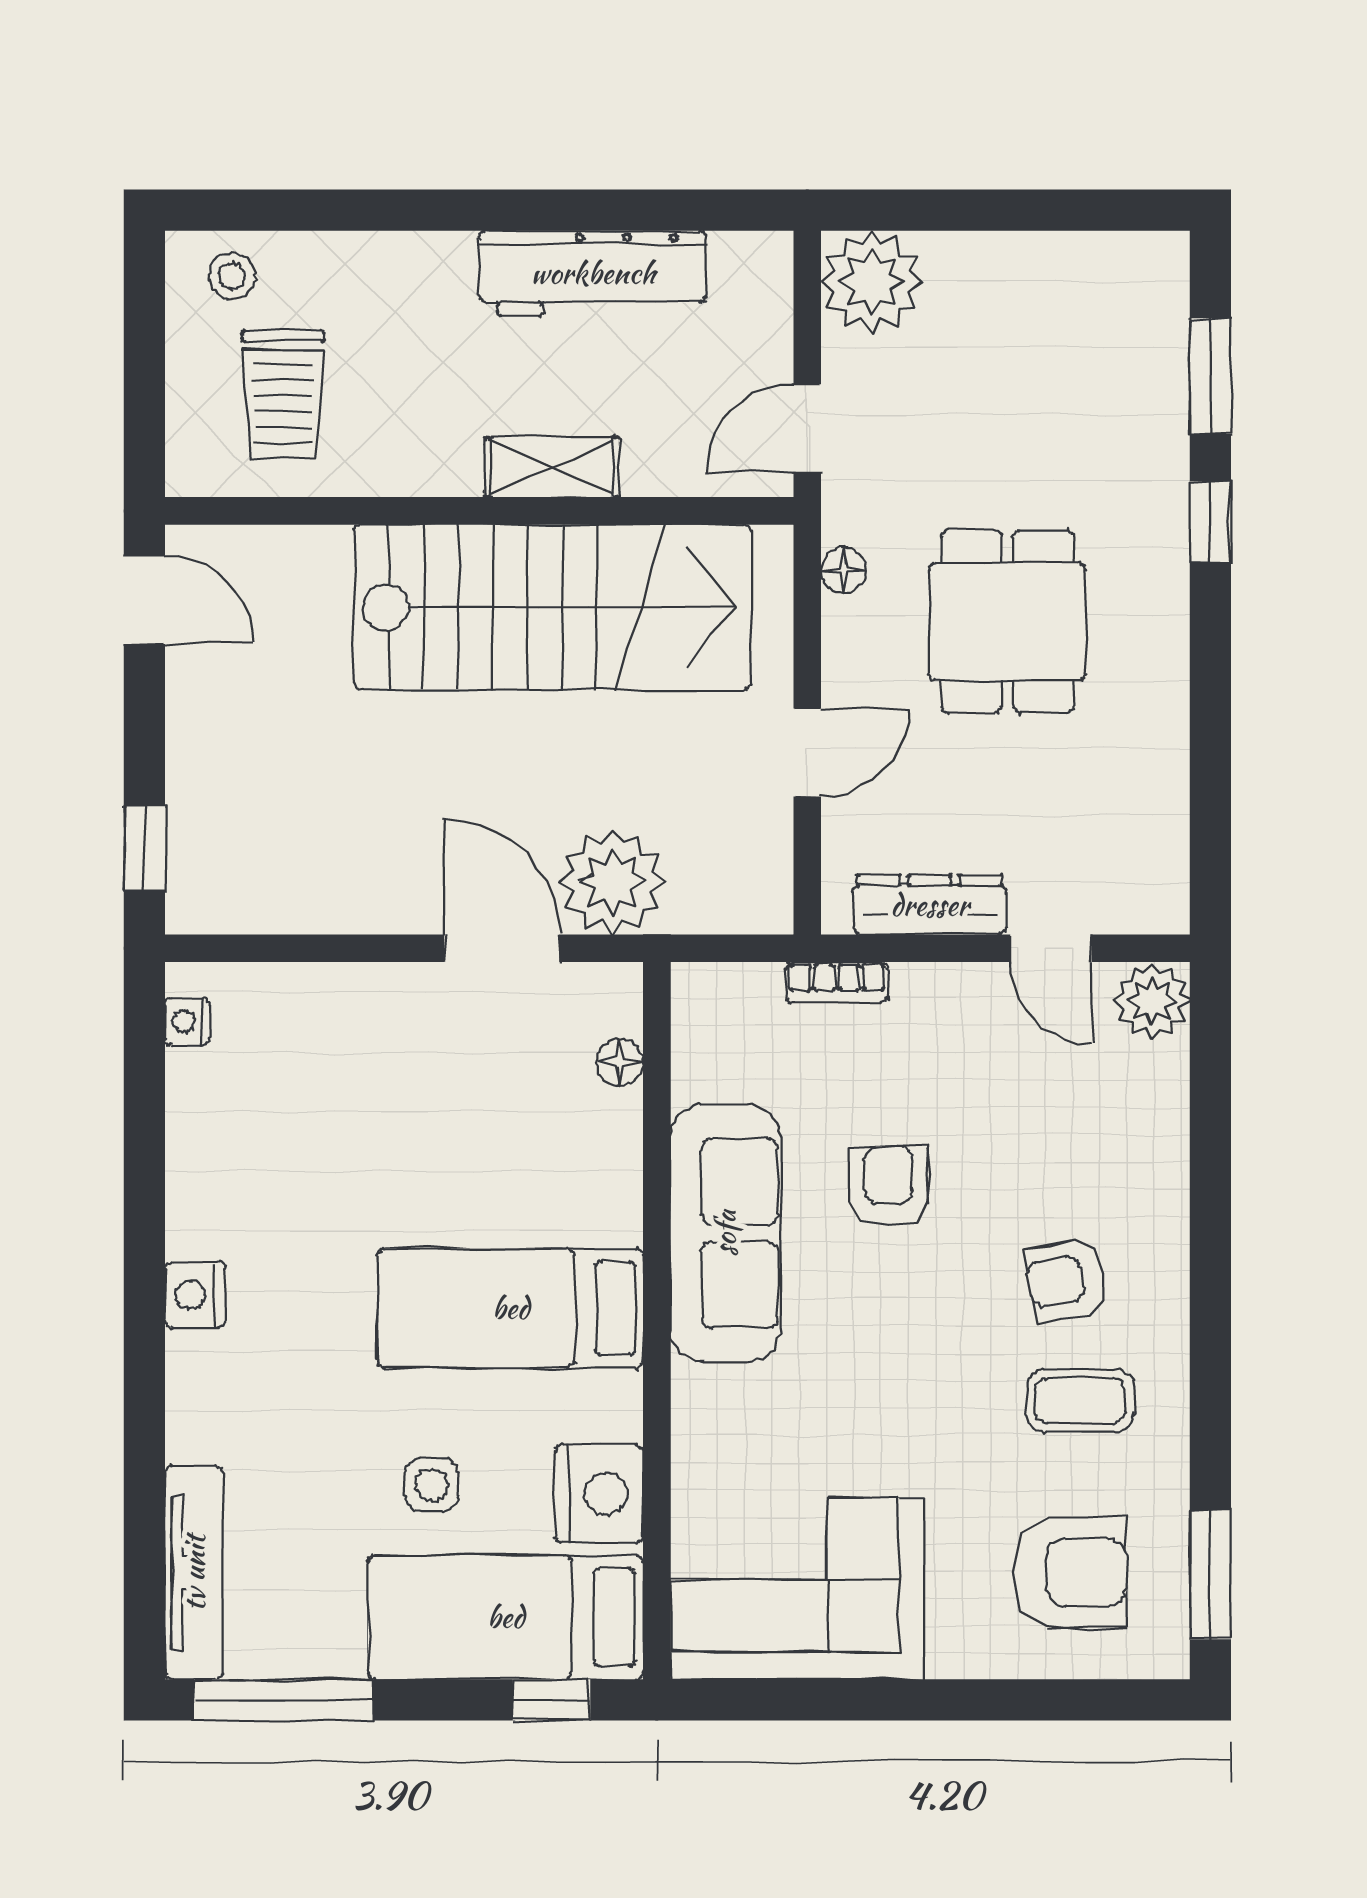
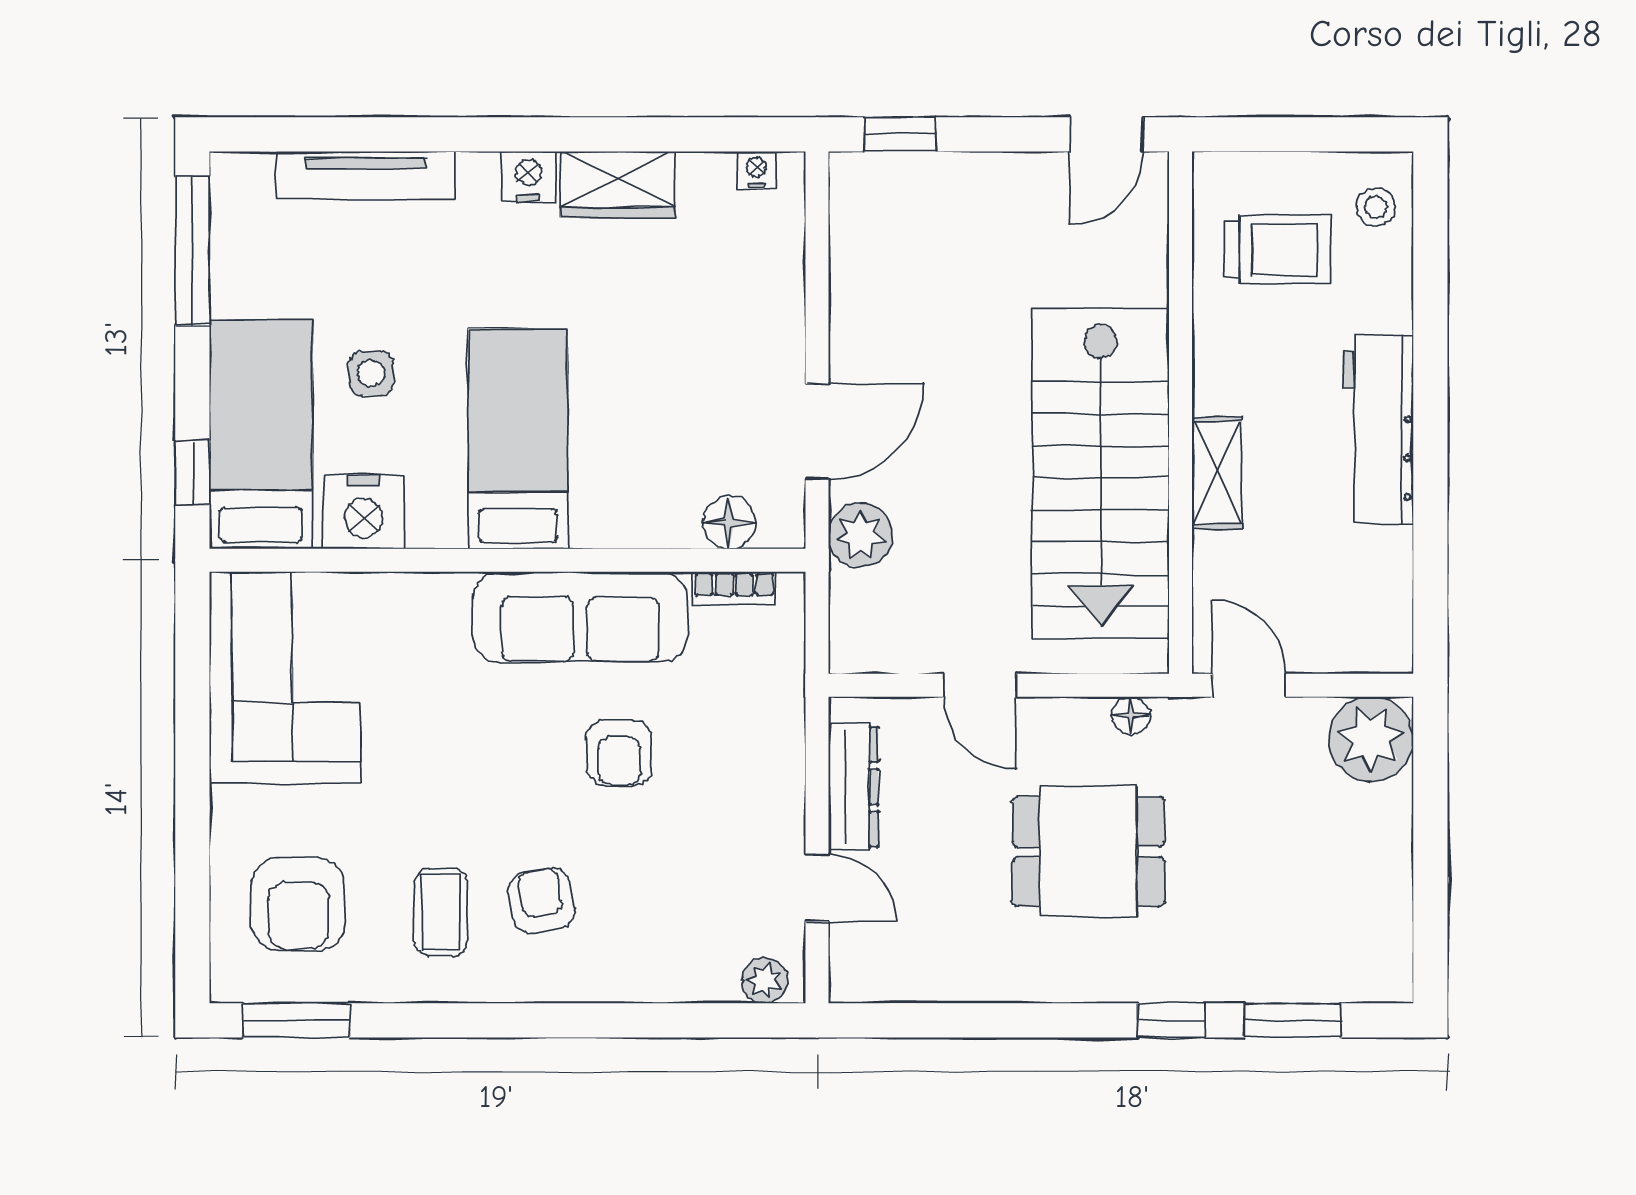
workbench: (593, 273) -> (1378, 430), moved
trolley: (283, 395) -> (1277, 250), turned 180
plant: (612, 882) -> (861, 535), width x0.73, depth x0.73
door: (1051, 948) -> (817, 888), swing flipped
bookcase: (837, 982) -> (734, 589), moved, turned -90
plant: (1152, 1001) -> (765, 980), width x0.73, depth x0.73
floor lamp: (620, 1063) -> (729, 522), width x1.37, depth x1.37
armchair: (888, 1186) -> (619, 753), turned 90
wardrobe: (205, 1188) -> (618, 185), added
tv unit: (194, 1573) -> (366, 175), moved

